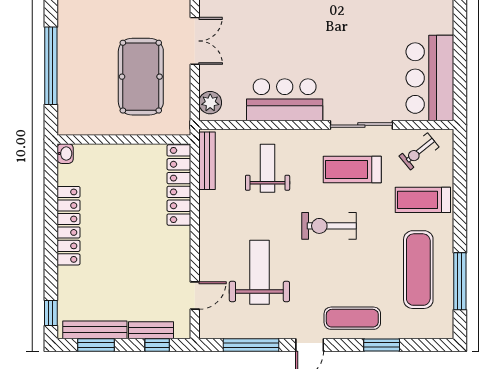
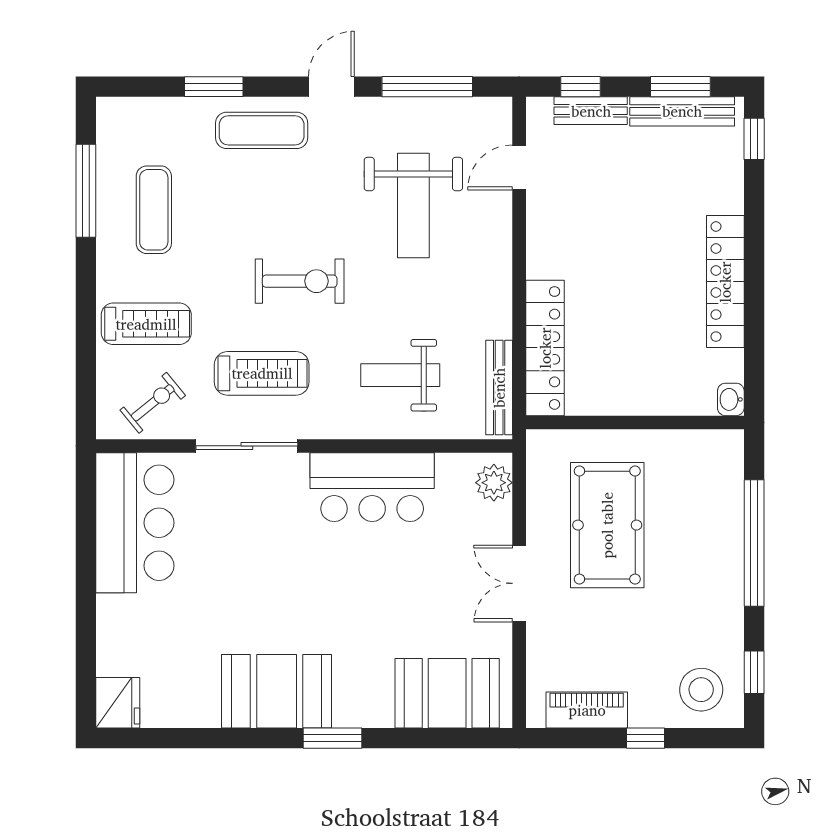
weight bench: (268, 168) -> (400, 375), turned 90
exercise mat: (418, 270) -> (154, 210), width x0.73, depth x0.69

